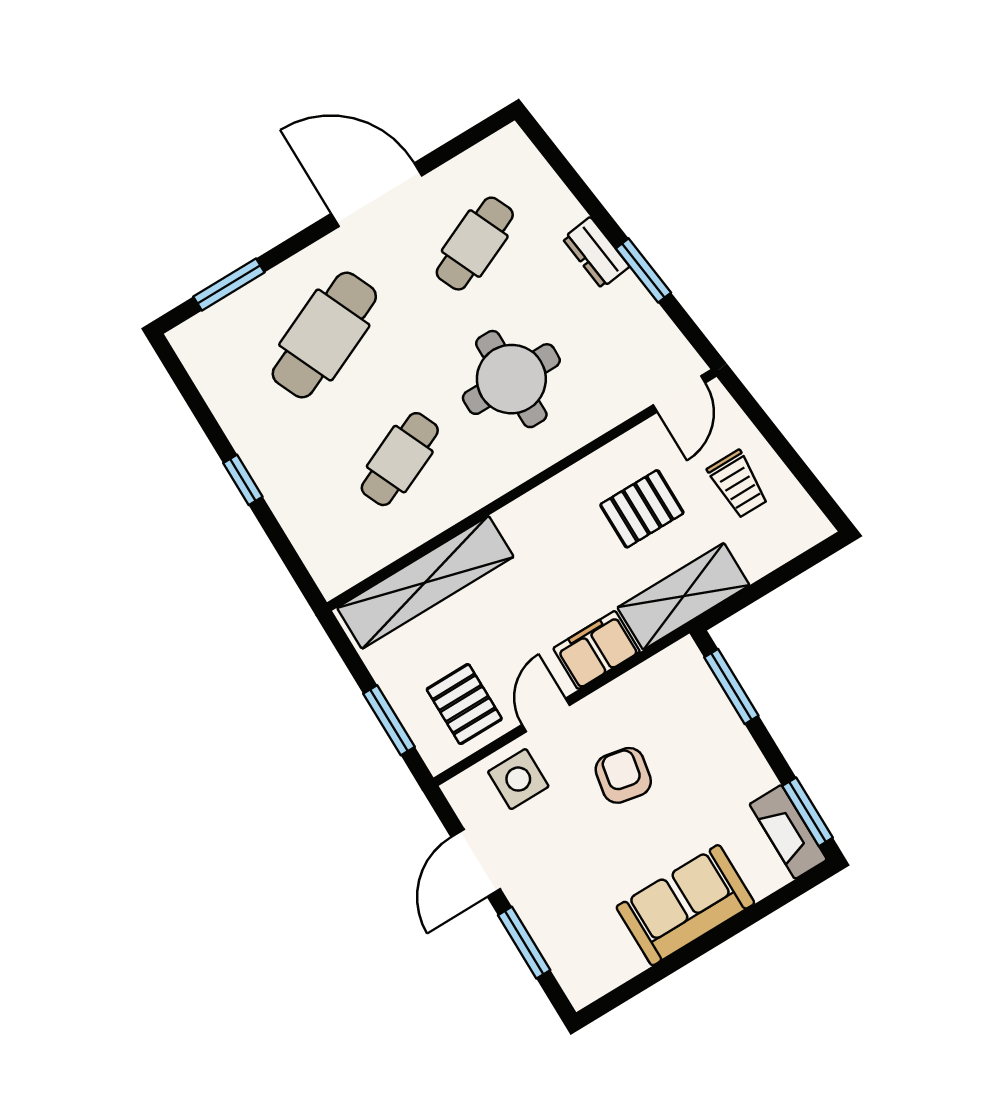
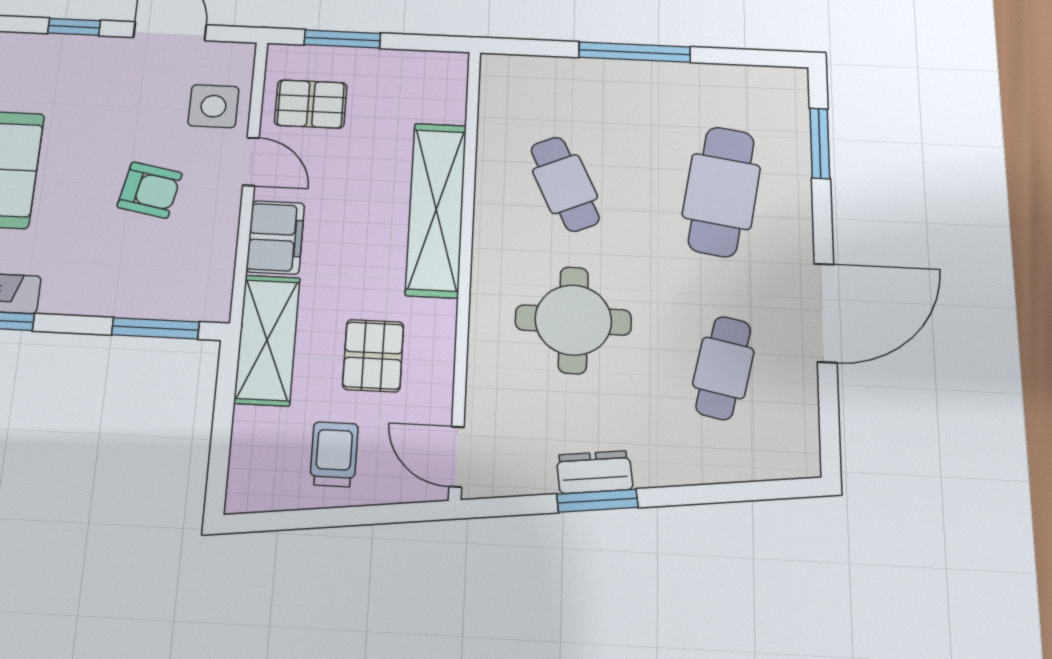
cafe table: (475, 244) -> (723, 368), turned 36
dresser: (596, 253) -> (595, 472), moved
cafe table: (324, 335) -> (721, 191), turned 33
window: (243, 480) -> (635, 52), width x2.17
trolley: (738, 484) -> (334, 454), turned 90
shelving: (425, 582) -> (436, 209), moved
window: (524, 943) -> (74, 27), width x0.67

